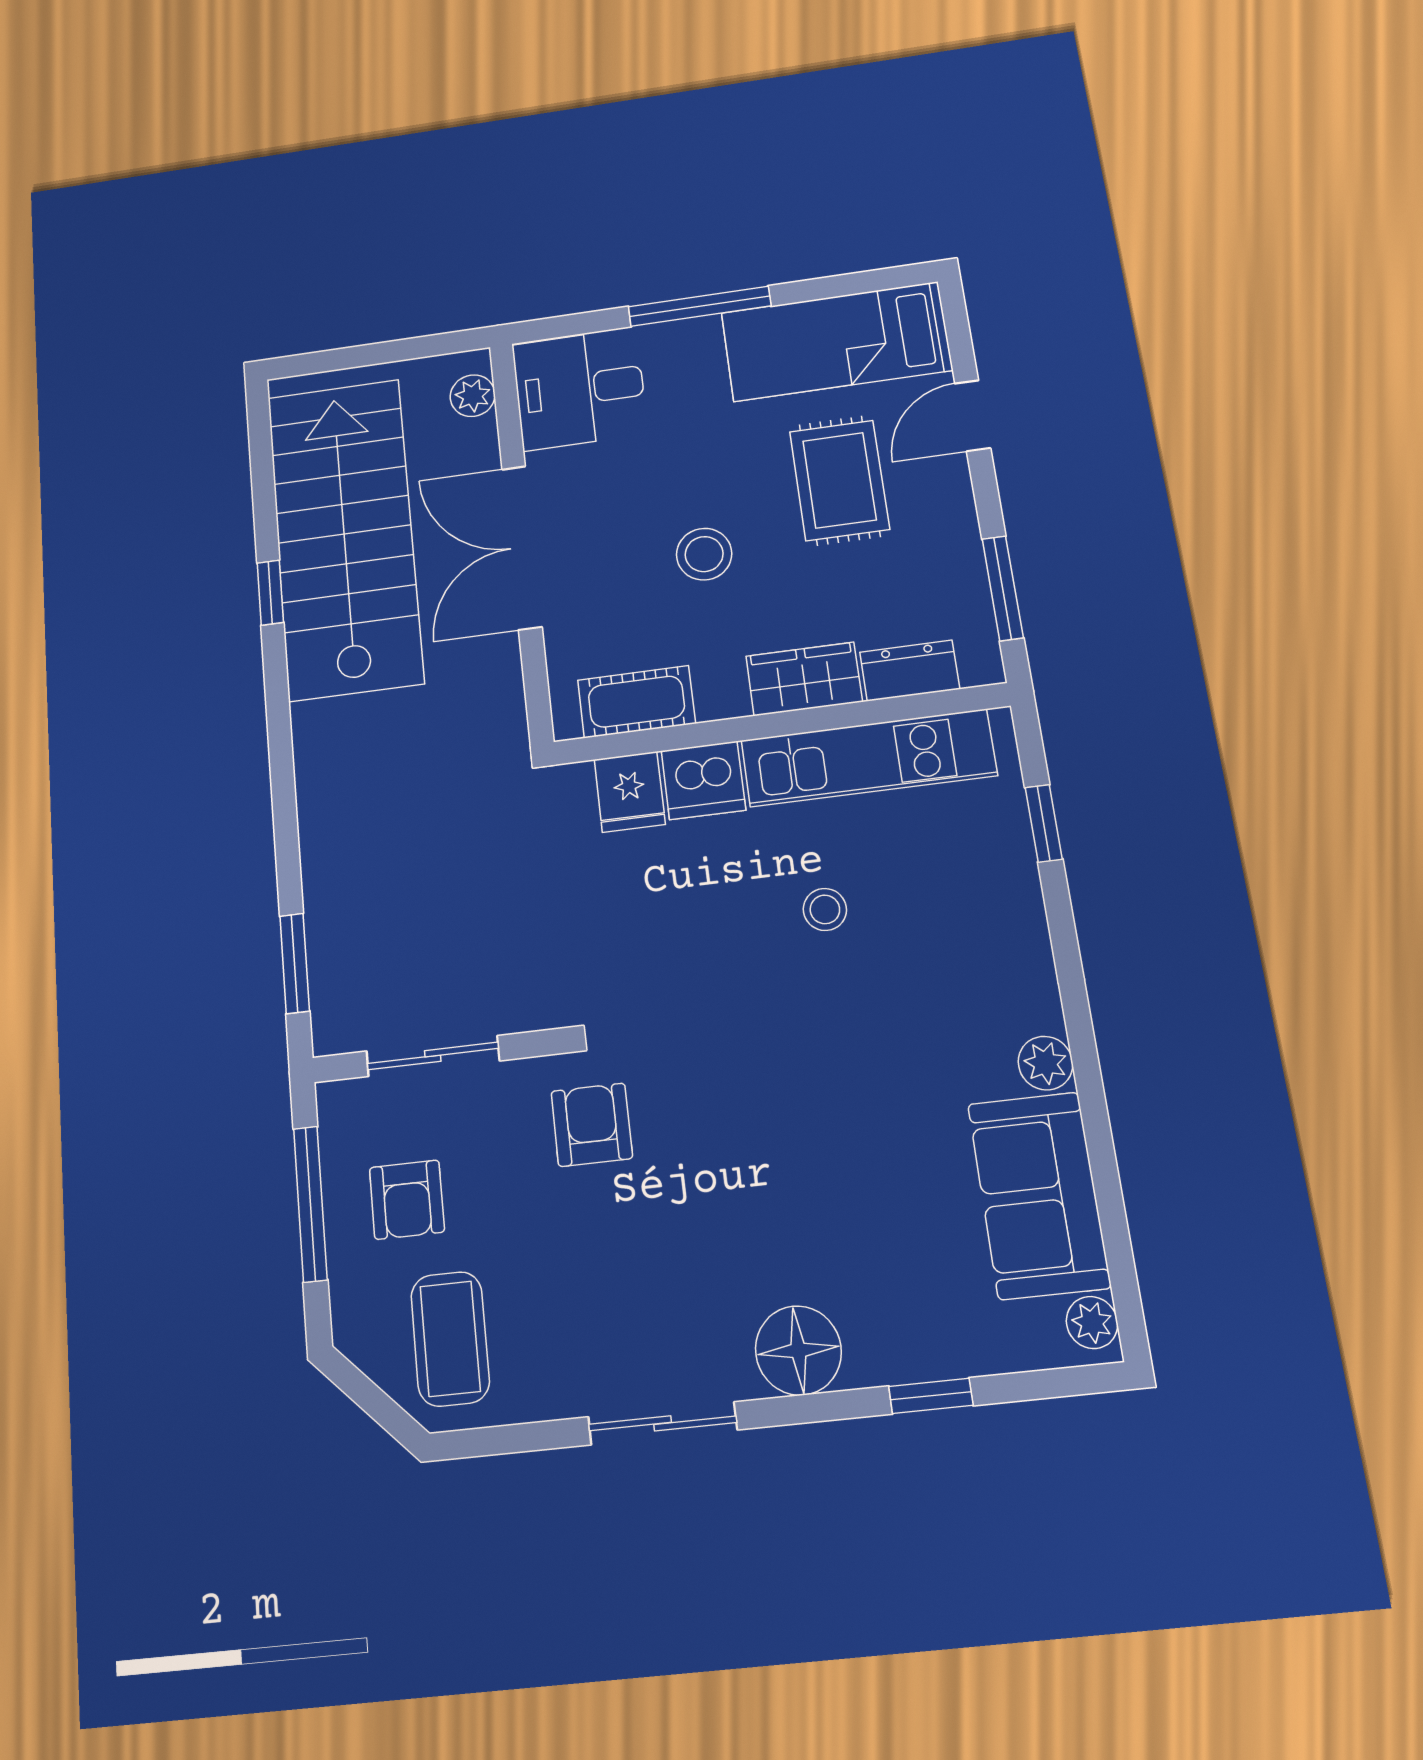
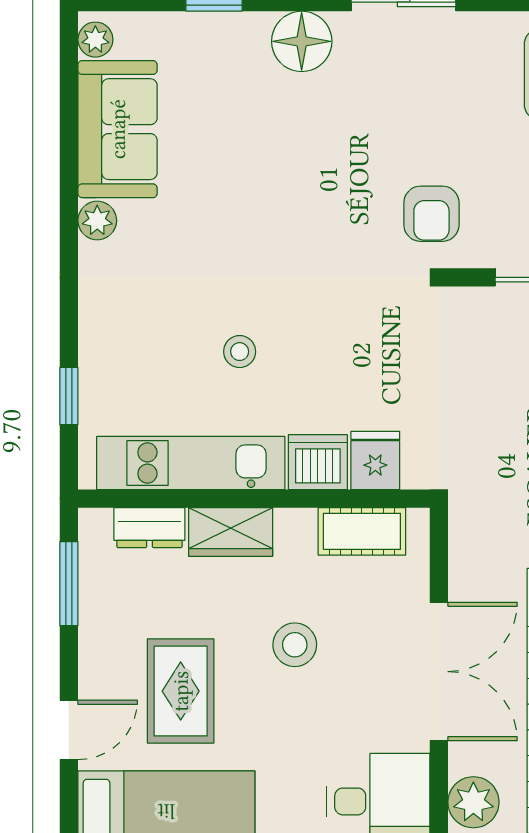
plant: (473, 396) -> (473, 802), width x1.38, depth x1.38

